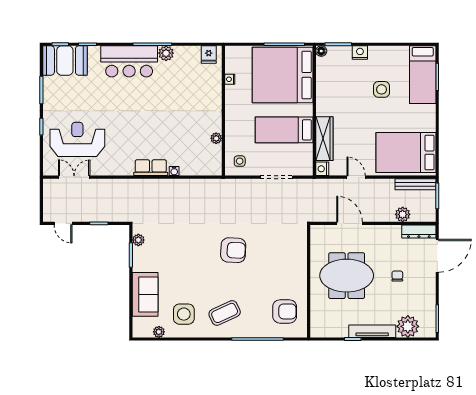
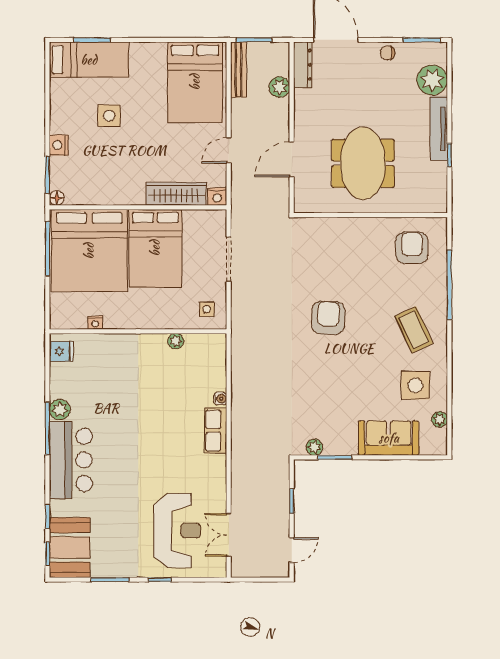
bed: (284, 130) -> (155, 248), width x1.50
reception desk: (77, 139) -> (177, 530), turned 180
chair: (397, 276) -> (388, 53), moved

